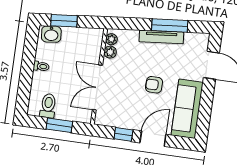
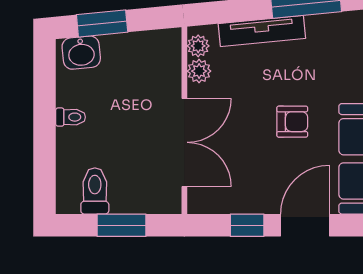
tv unit: (161, 37) -> (262, 31), moved
armchair: (154, 85) -> (292, 122), turned 180
double door: (97, 88) -> (184, 142), swing flipped

